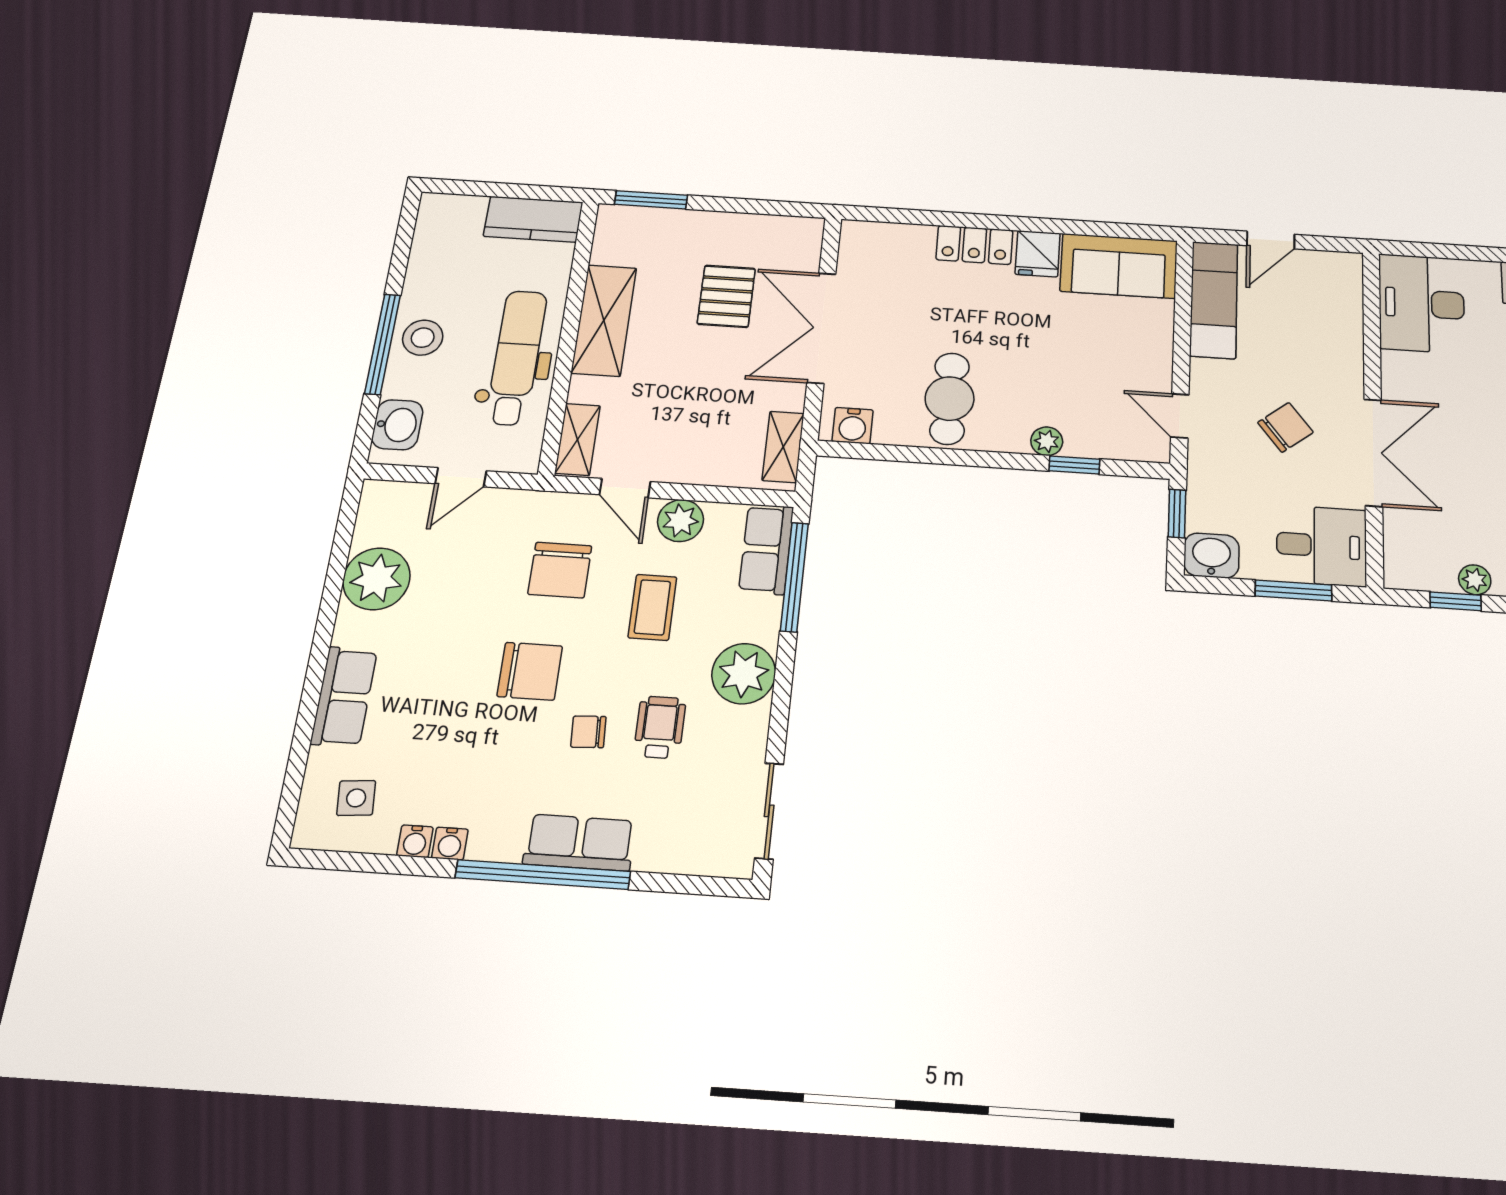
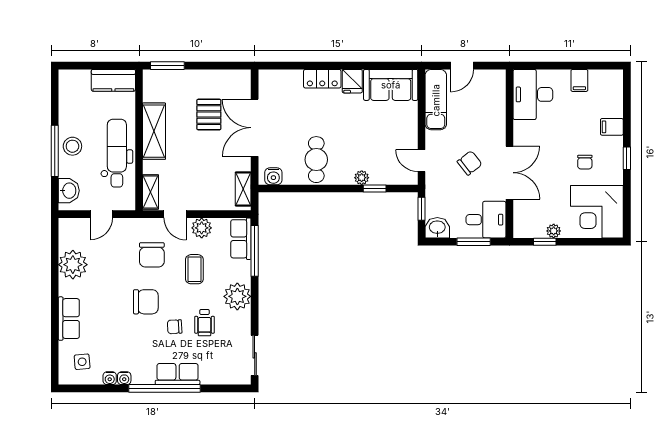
wheelchair: (660, 727) -> (204, 323), turned 180

